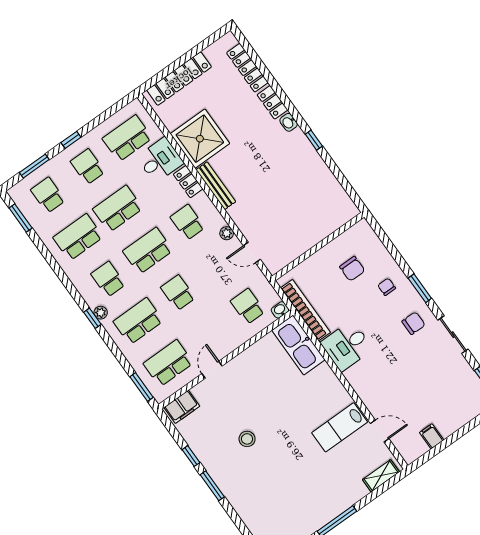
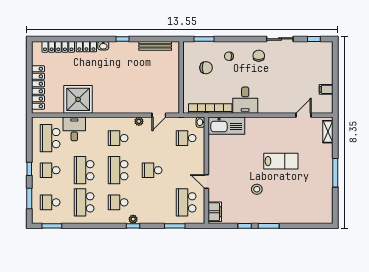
locker: (188, 182) -> (97, 122), removed
bench: (216, 186) -> (155, 46), moved
window: (420, 288) -> (204, 39), moved
school desk: (138, 321) -> (152, 202), removed
window: (142, 387) -> (175, 226), moved
lab bench: (340, 427) -> (281, 161), moved, turned -90

